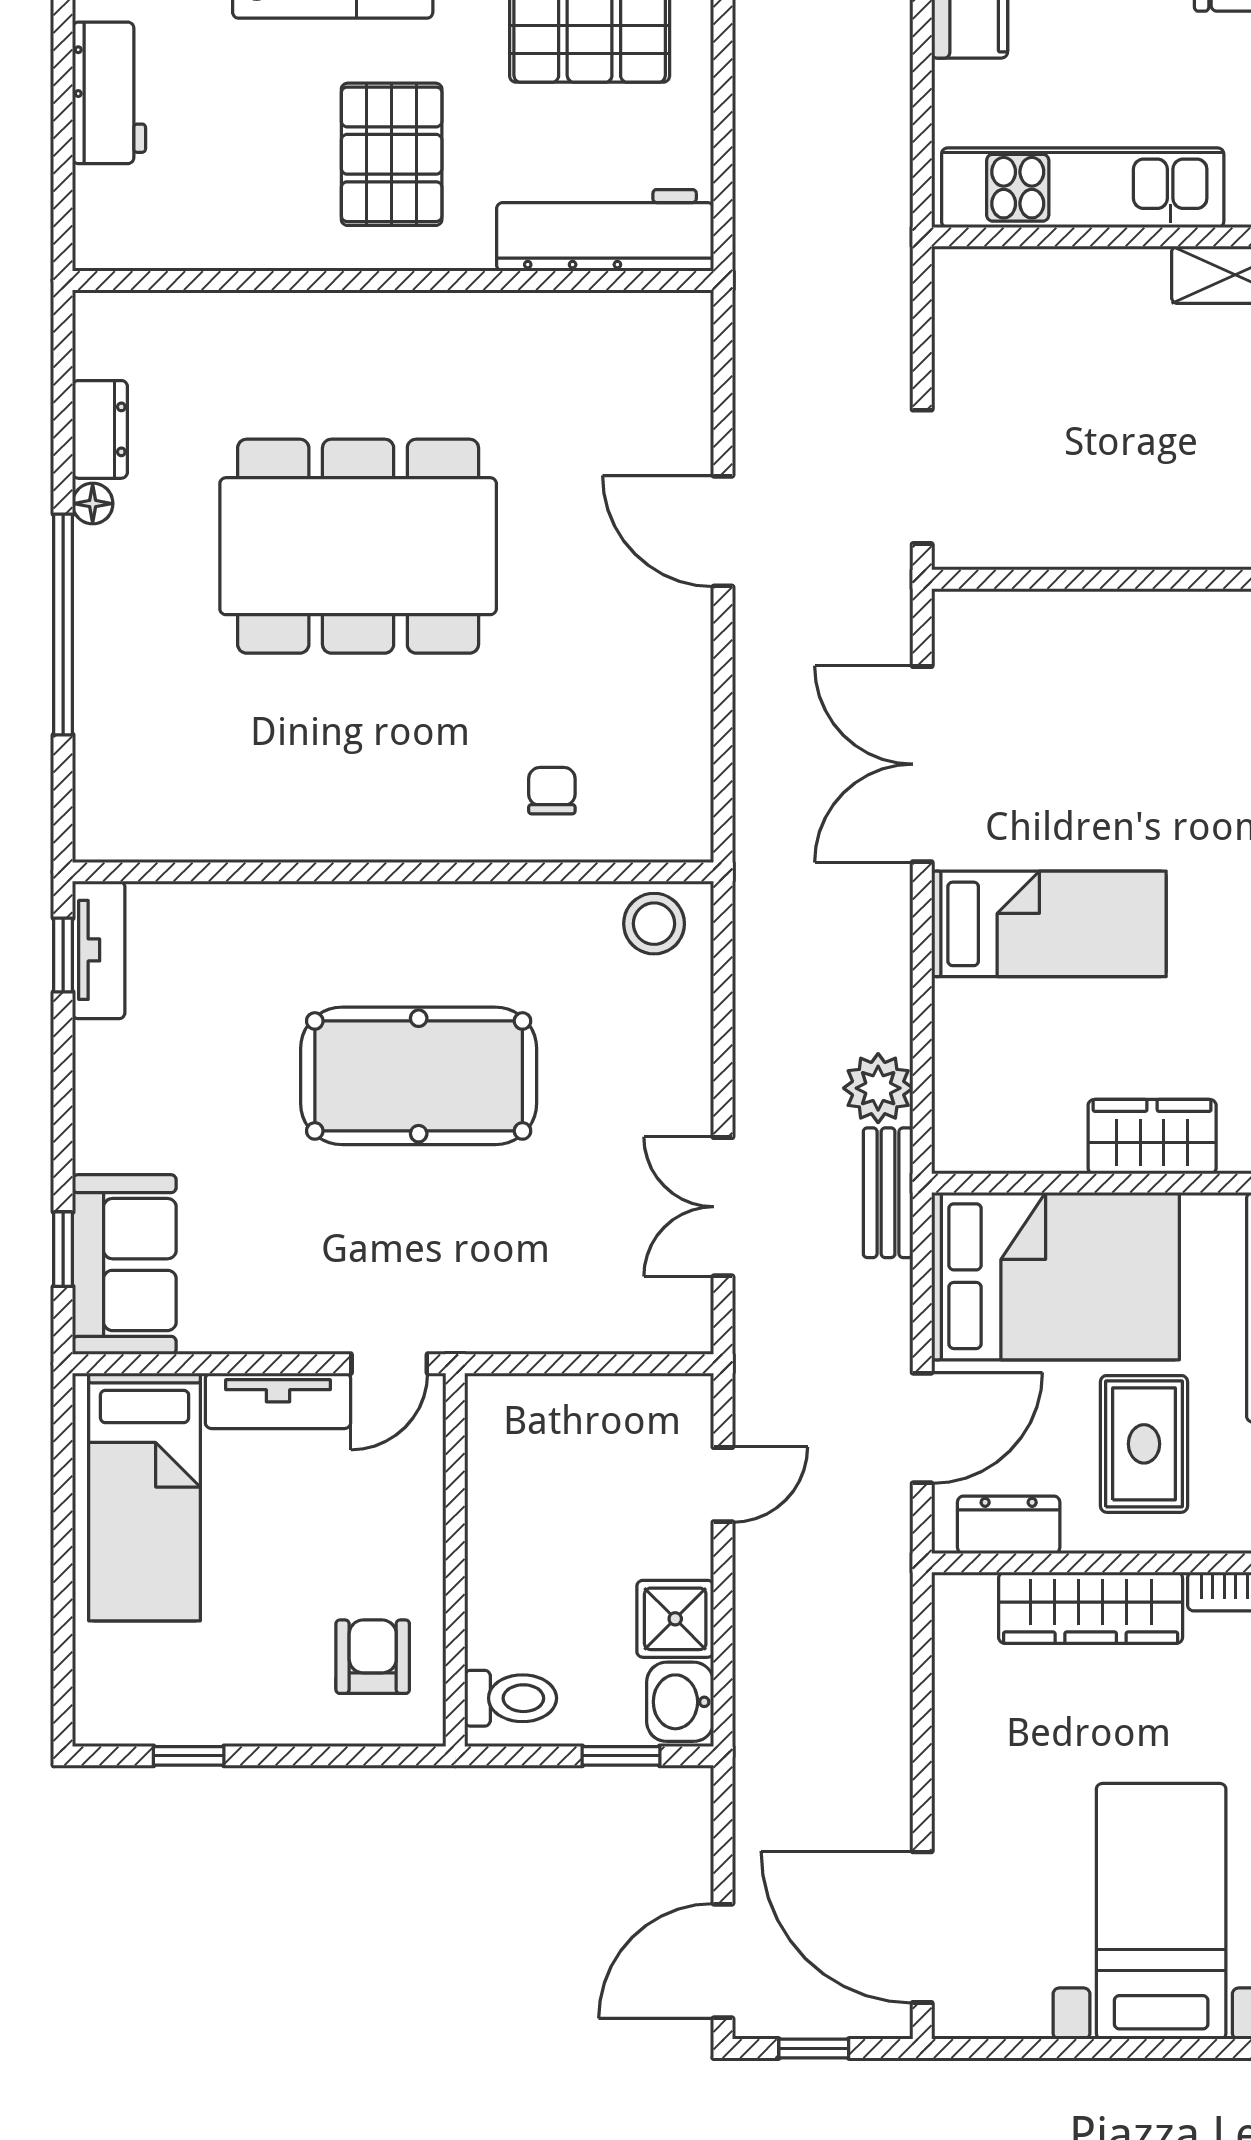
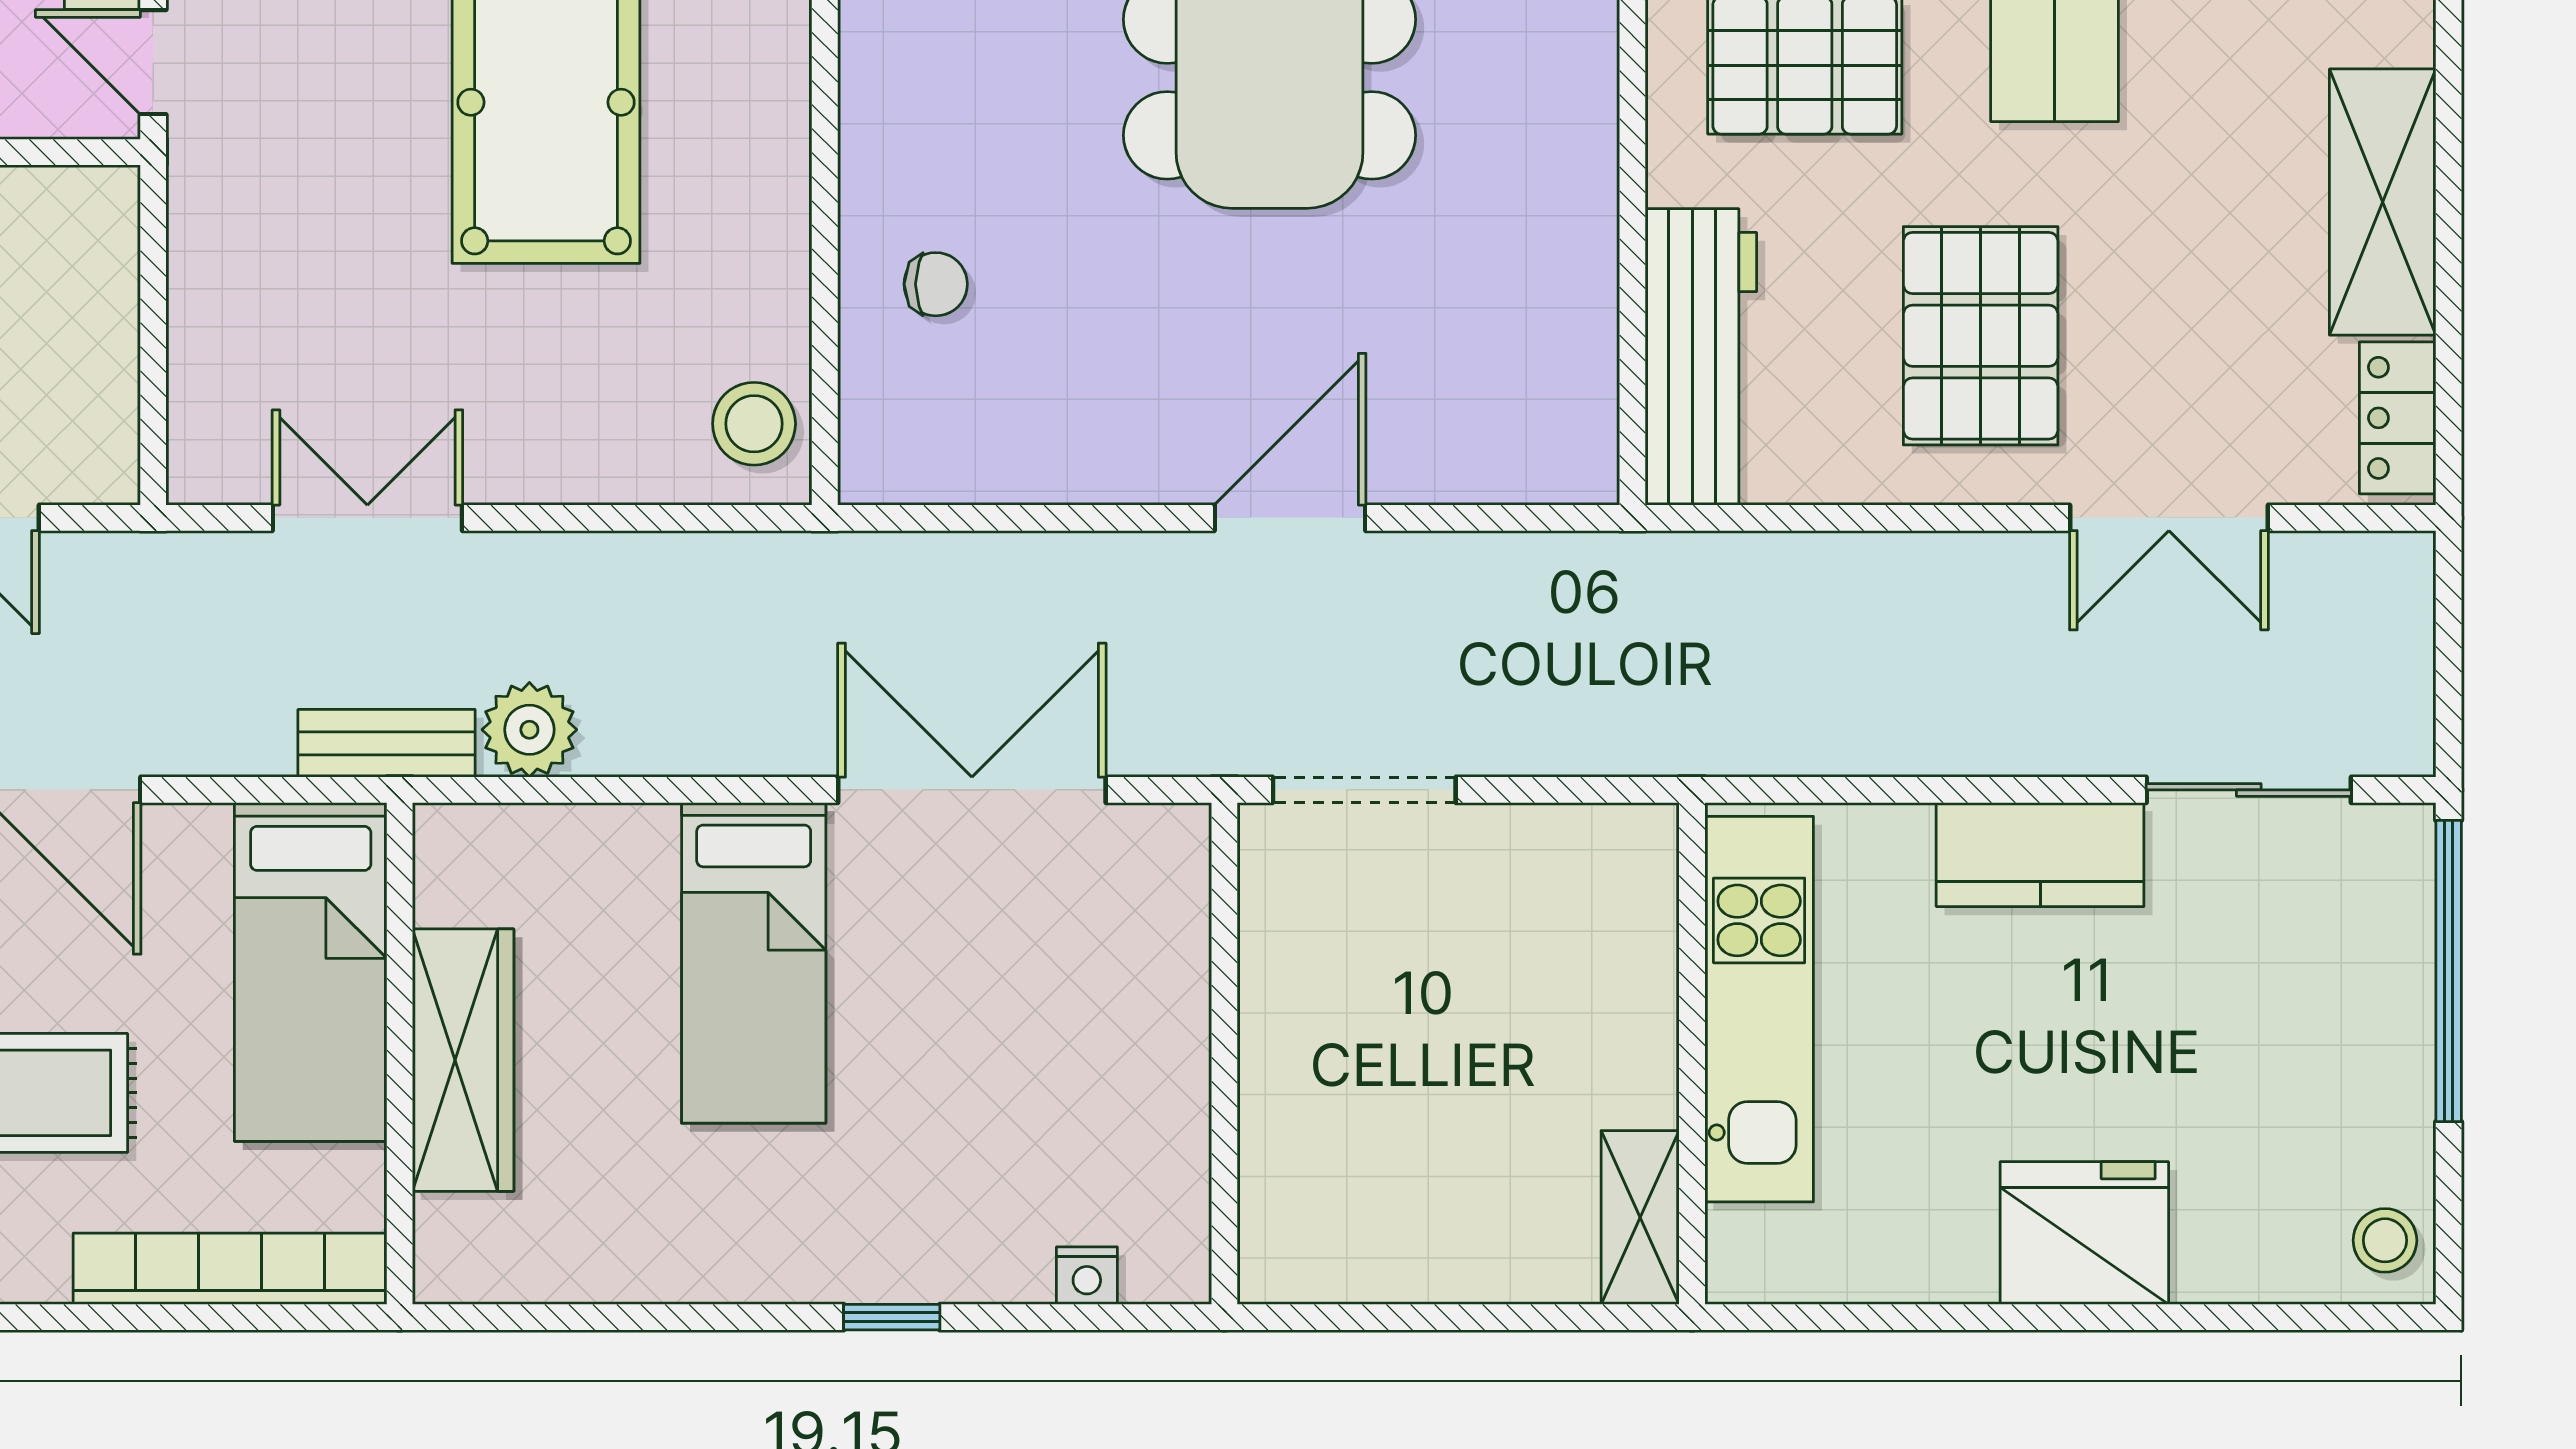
wardrobe: (1152, 1137) -> (463, 1060), width x1.50
bed: (1055, 1276) -> (311, 972), width x0.67

